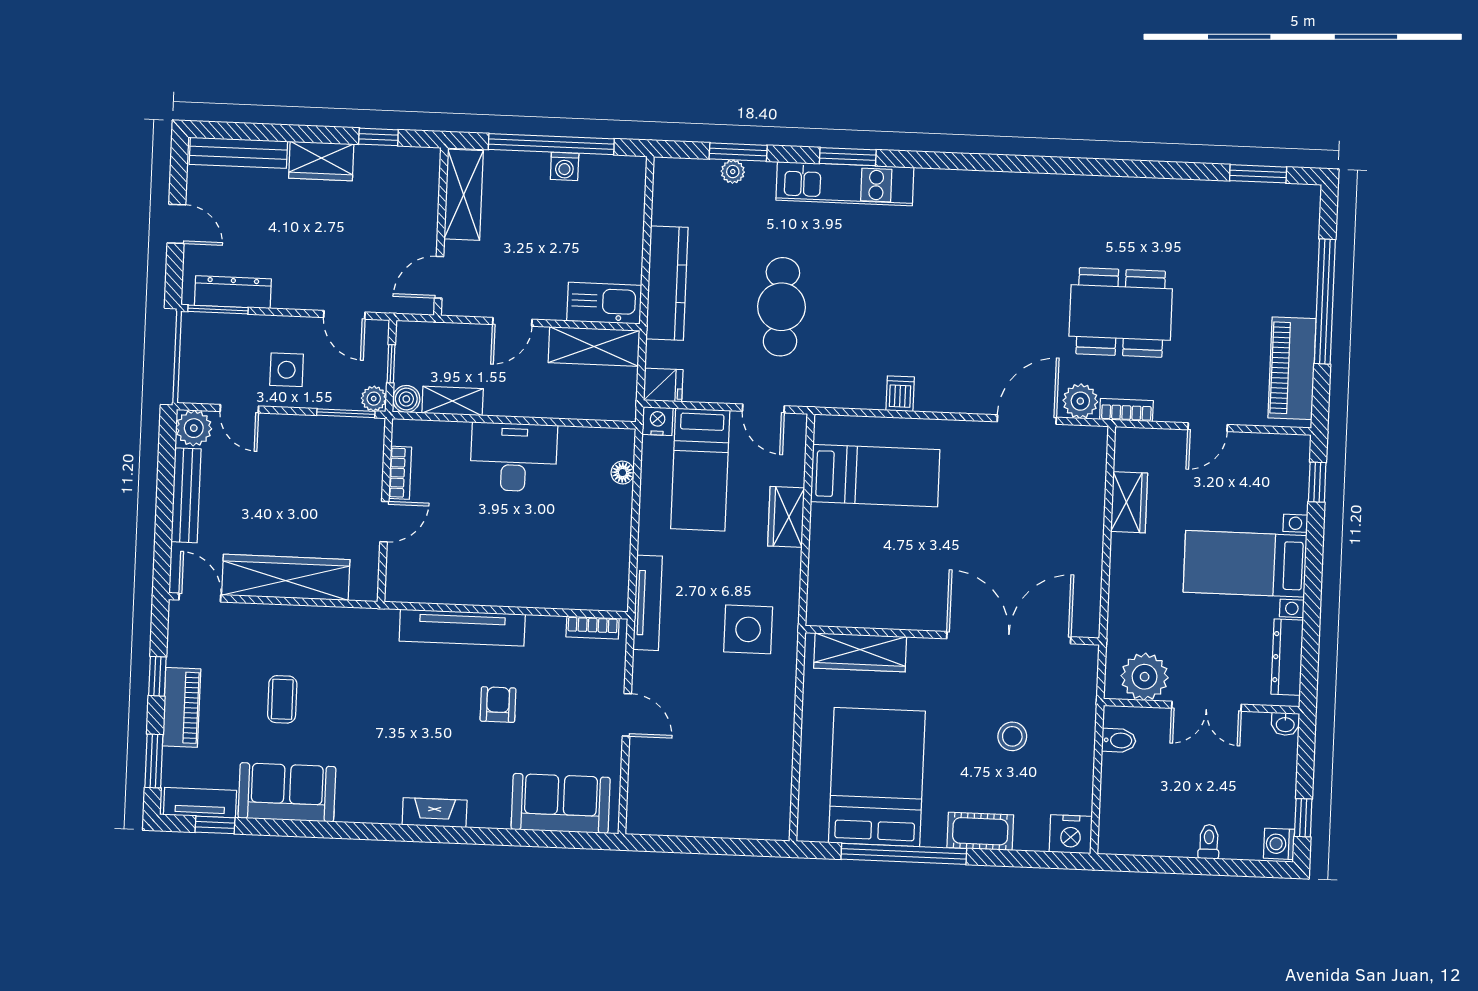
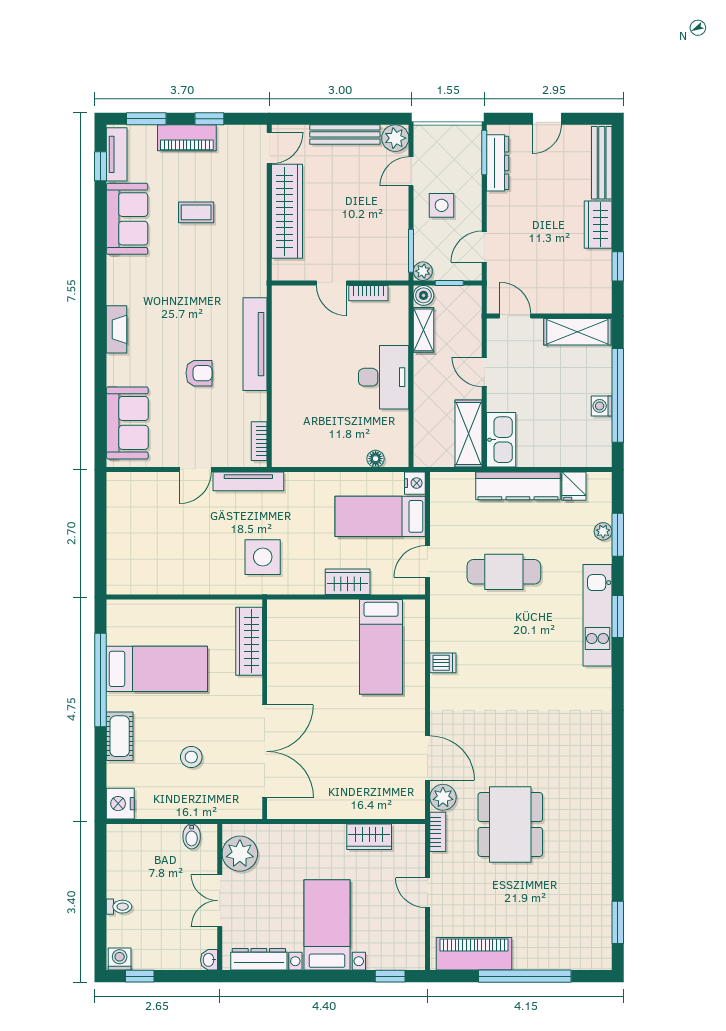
fridge: (663, 385) -> (574, 486), moved
tv unit: (648, 603) -> (248, 481), moved
bed: (877, 777) -> (157, 669), width x0.67

